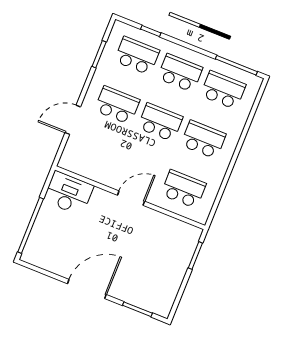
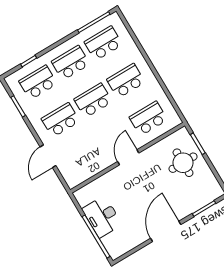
desk: (68, 193) -> (102, 217), moved, turned -90
round table: (166, 255) -> (183, 163), added

